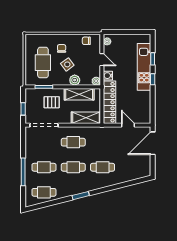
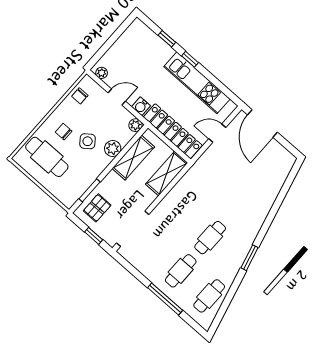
cafe table: (43, 63) -> (47, 157), moved
kitchen unit: (144, 67) -> (197, 83), moved
pallet: (52, 102) -> (97, 208), moved
cafe table: (73, 142) -> (182, 212), removed
cafe table: (103, 167) -> (239, 204), removed

